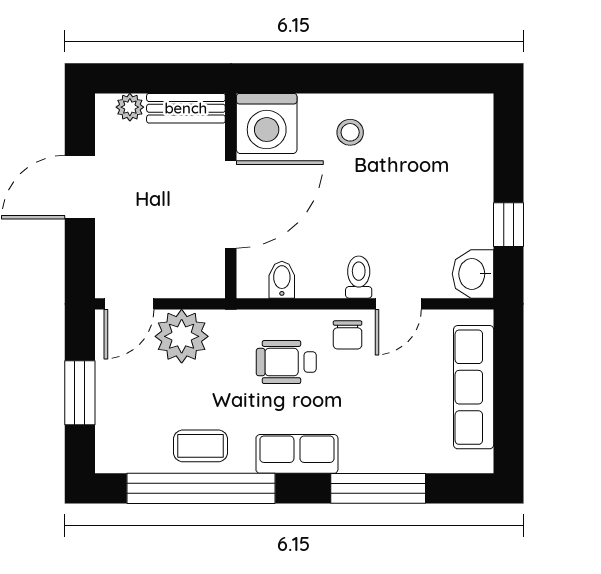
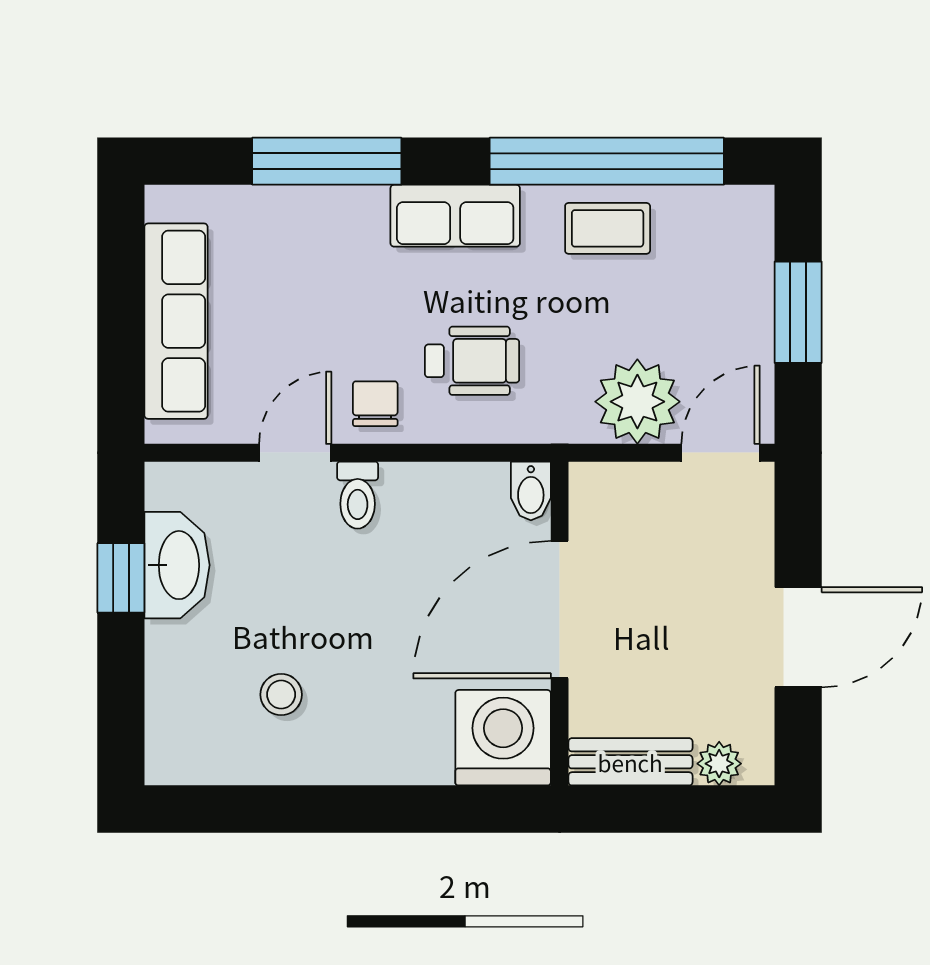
stool: (350, 132) -> (281, 695), moved
washbasin: (473, 274) -> (177, 565), moved, width x1.38
bidet: (282, 280) -> (531, 491), moved

